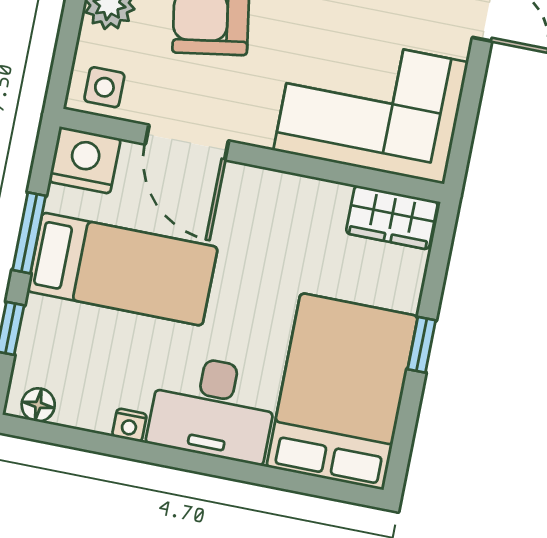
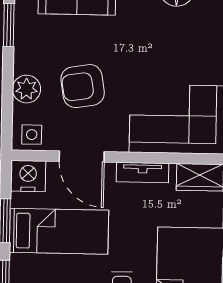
tv unit: (291, 191) -> (143, 173), added

